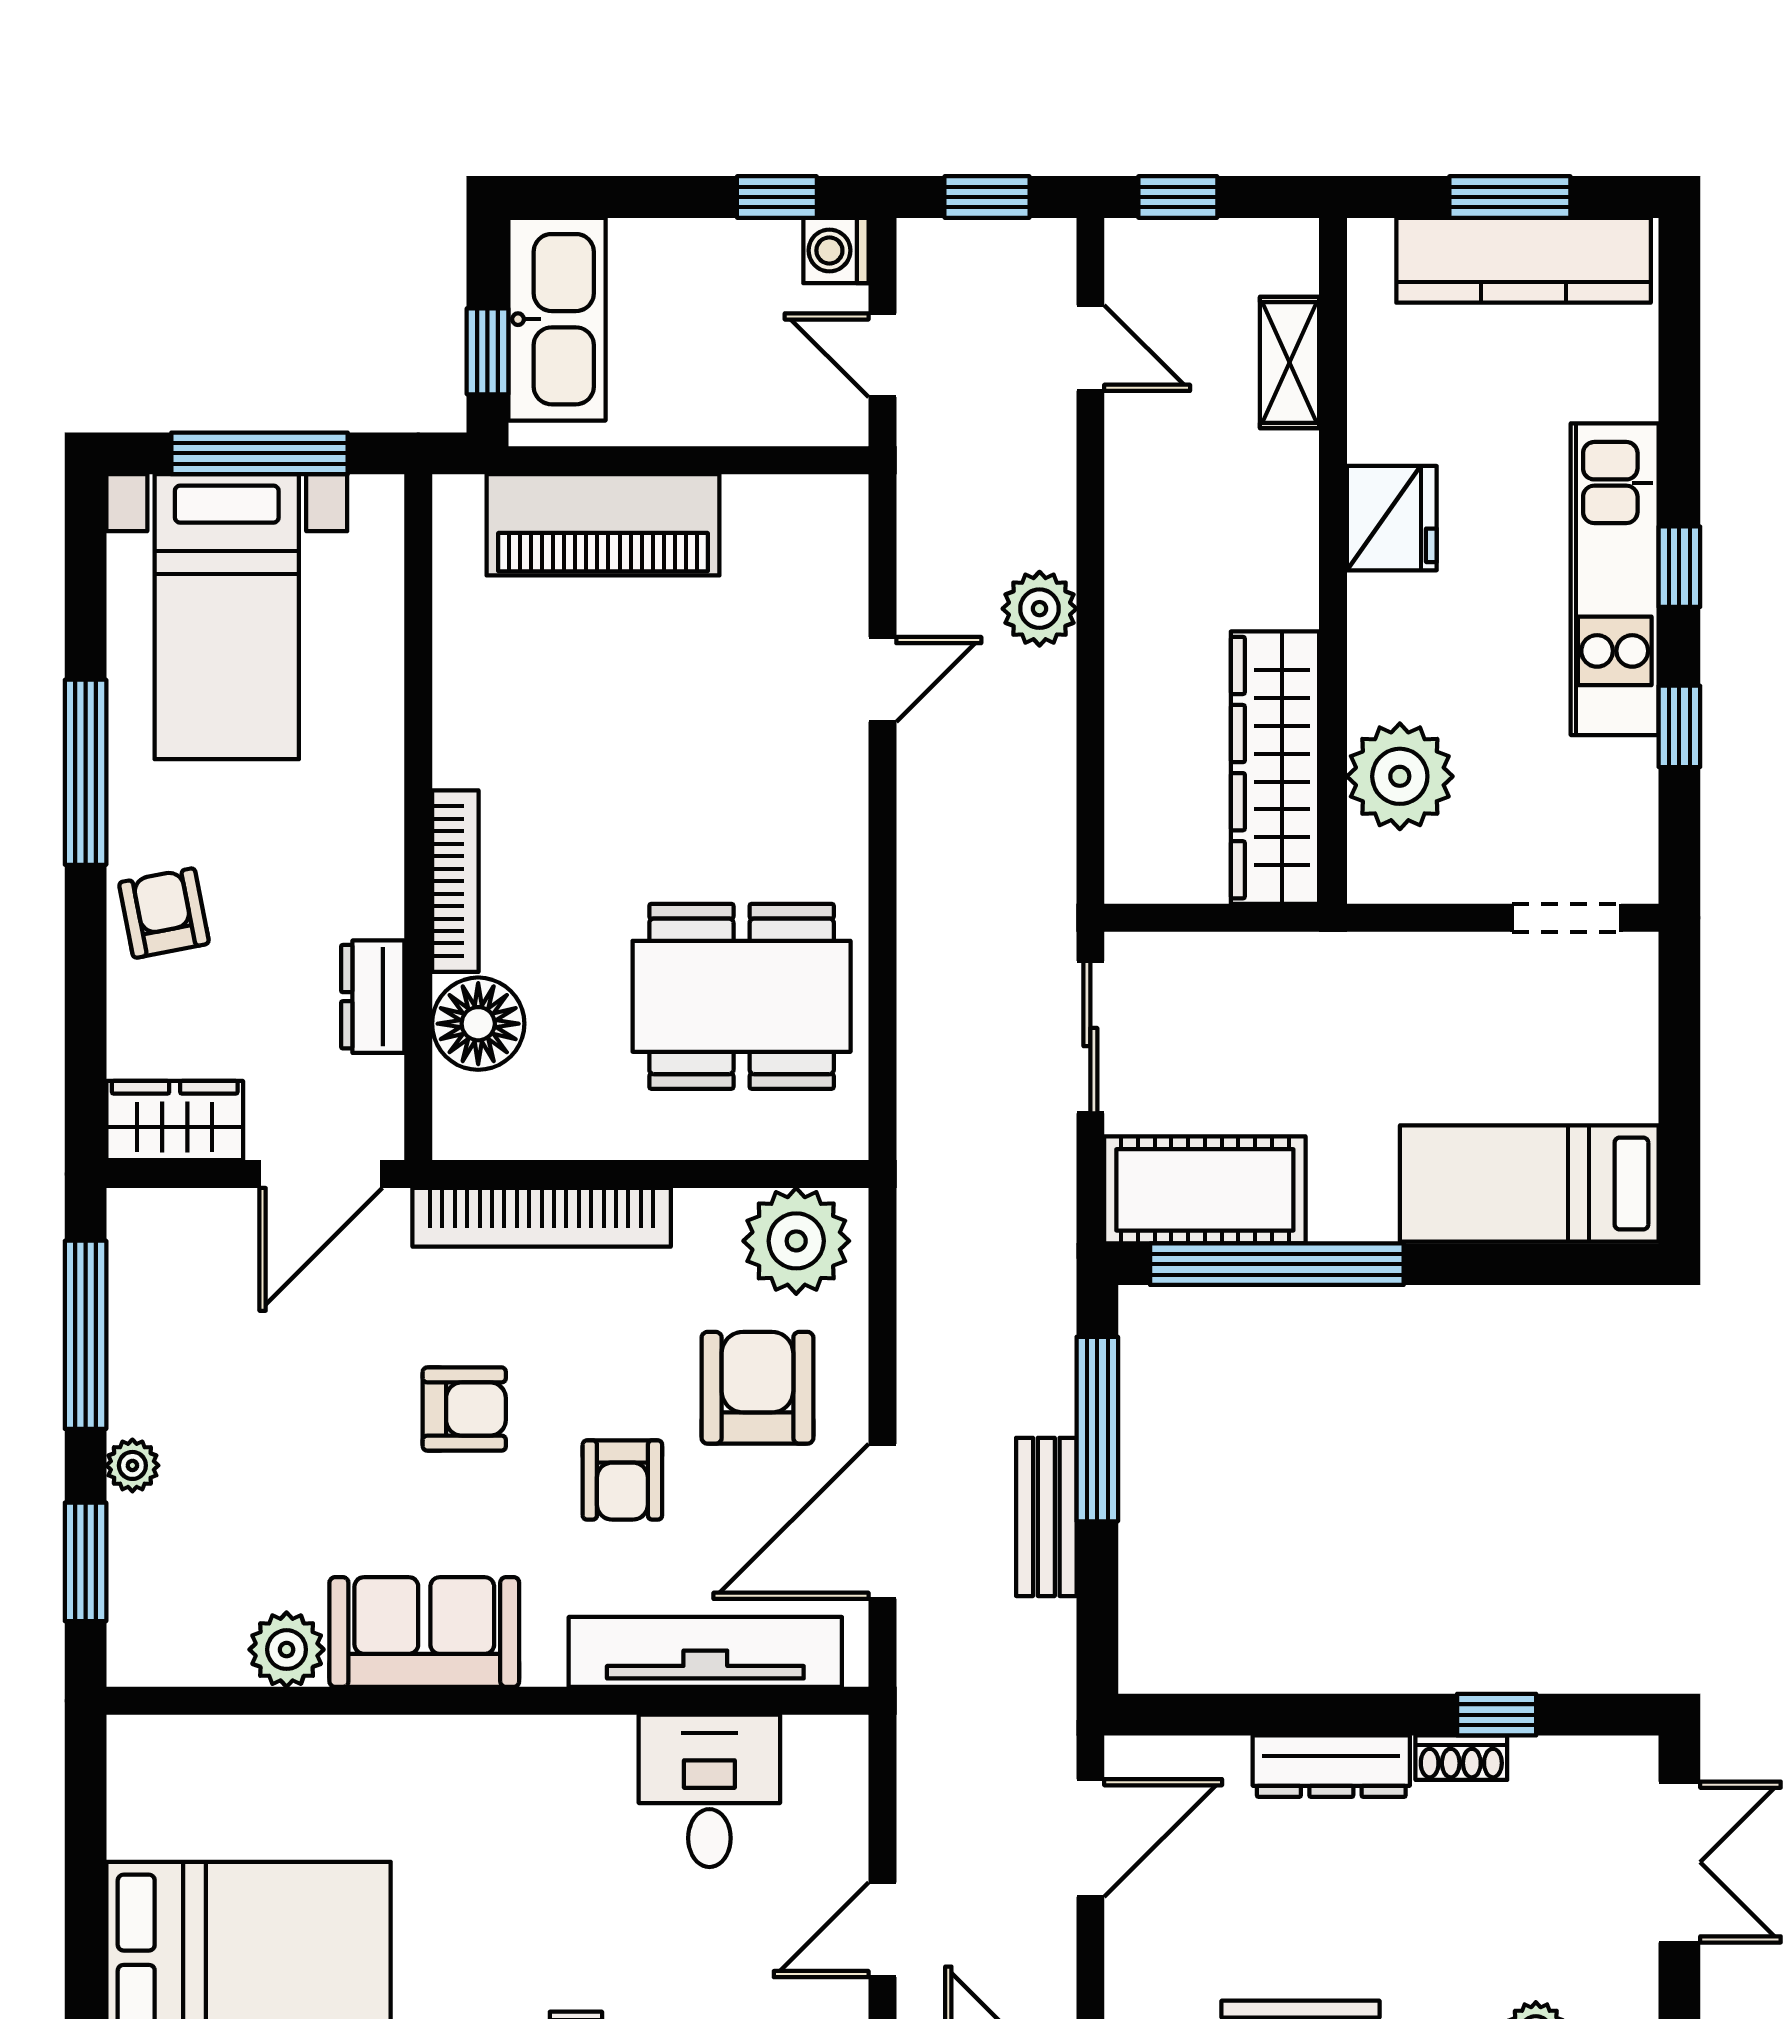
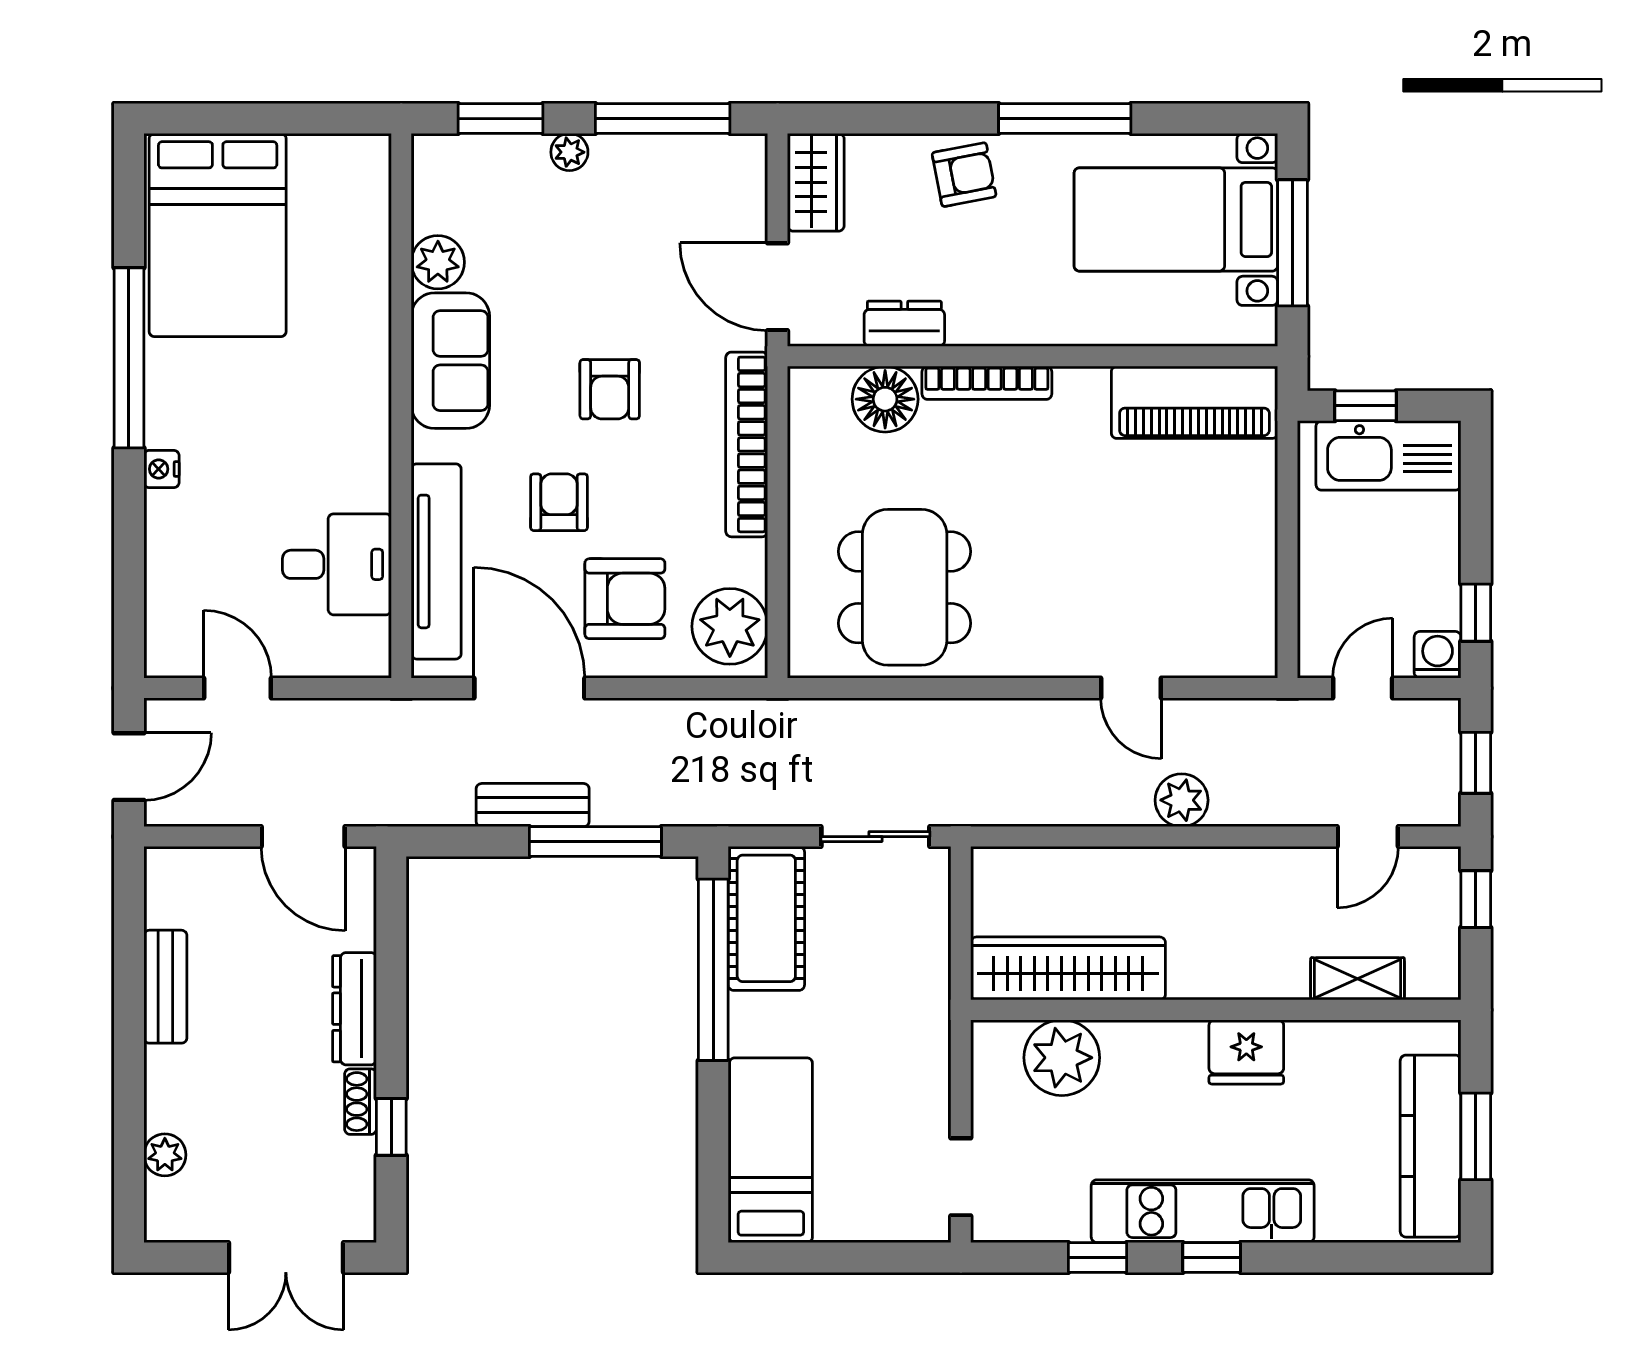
piano: (603, 525) -> (1194, 402), moved, turned -90
armchair: (622, 1480) -> (559, 502), turned 90

